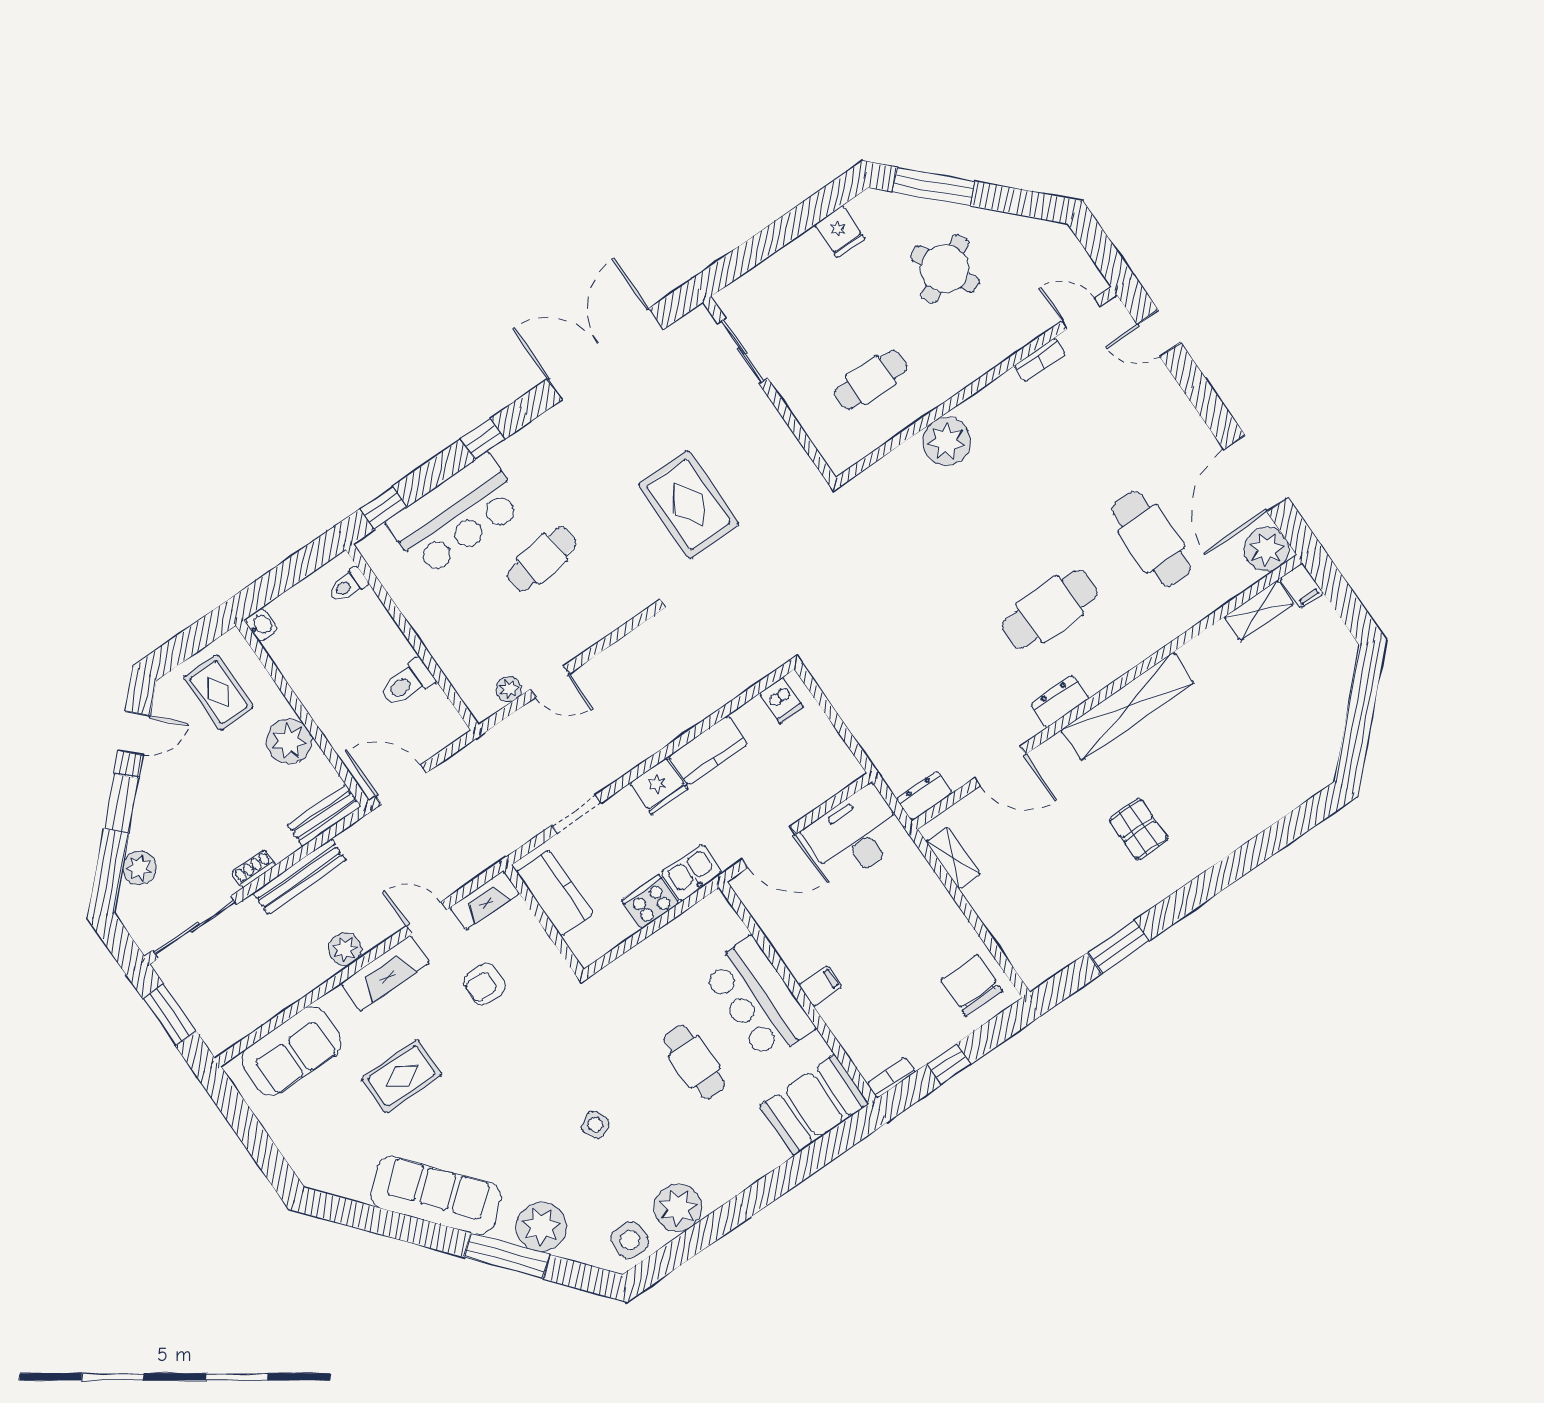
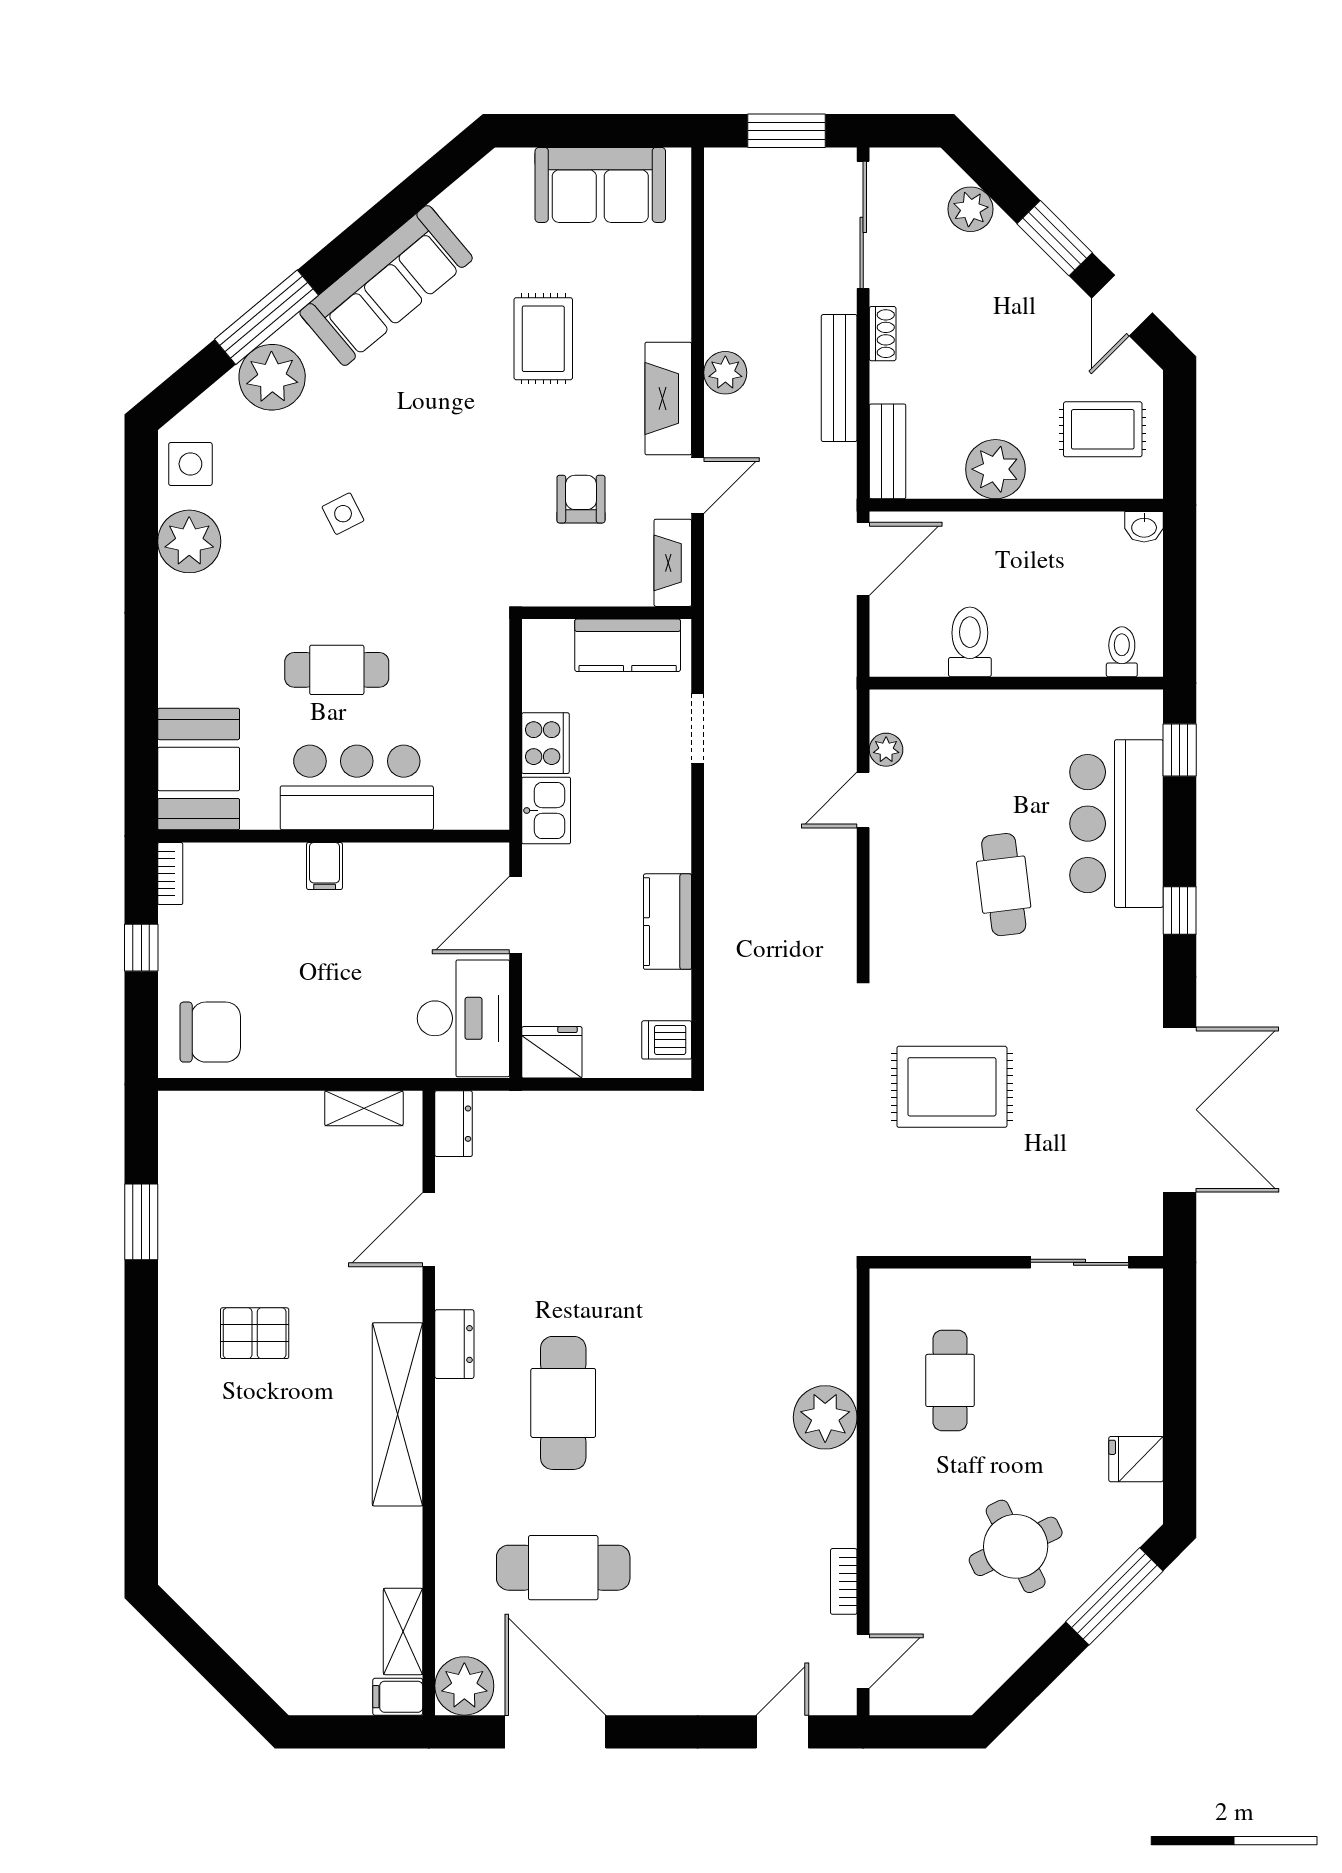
fridge: (659, 786) -> (552, 1052), moved, turned 90
sofa: (292, 1051) -> (600, 185), moved, turned -90

